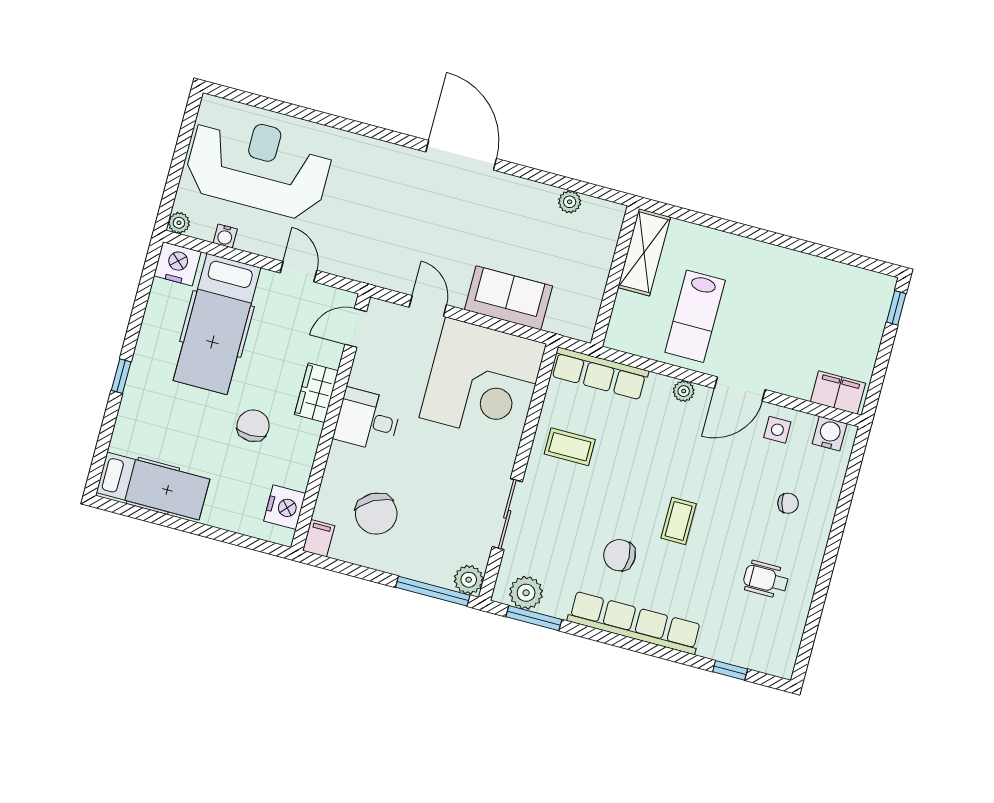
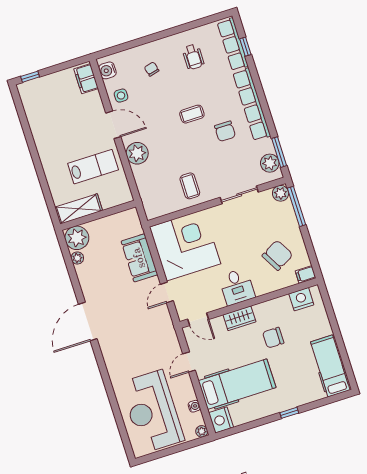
plant: (601, 221) -> (77, 238), added
row of seats: (600, 373) -> (233, 44), moved, turned 180
plant: (684, 391) -> (137, 153), width x1.88, depth x1.88

